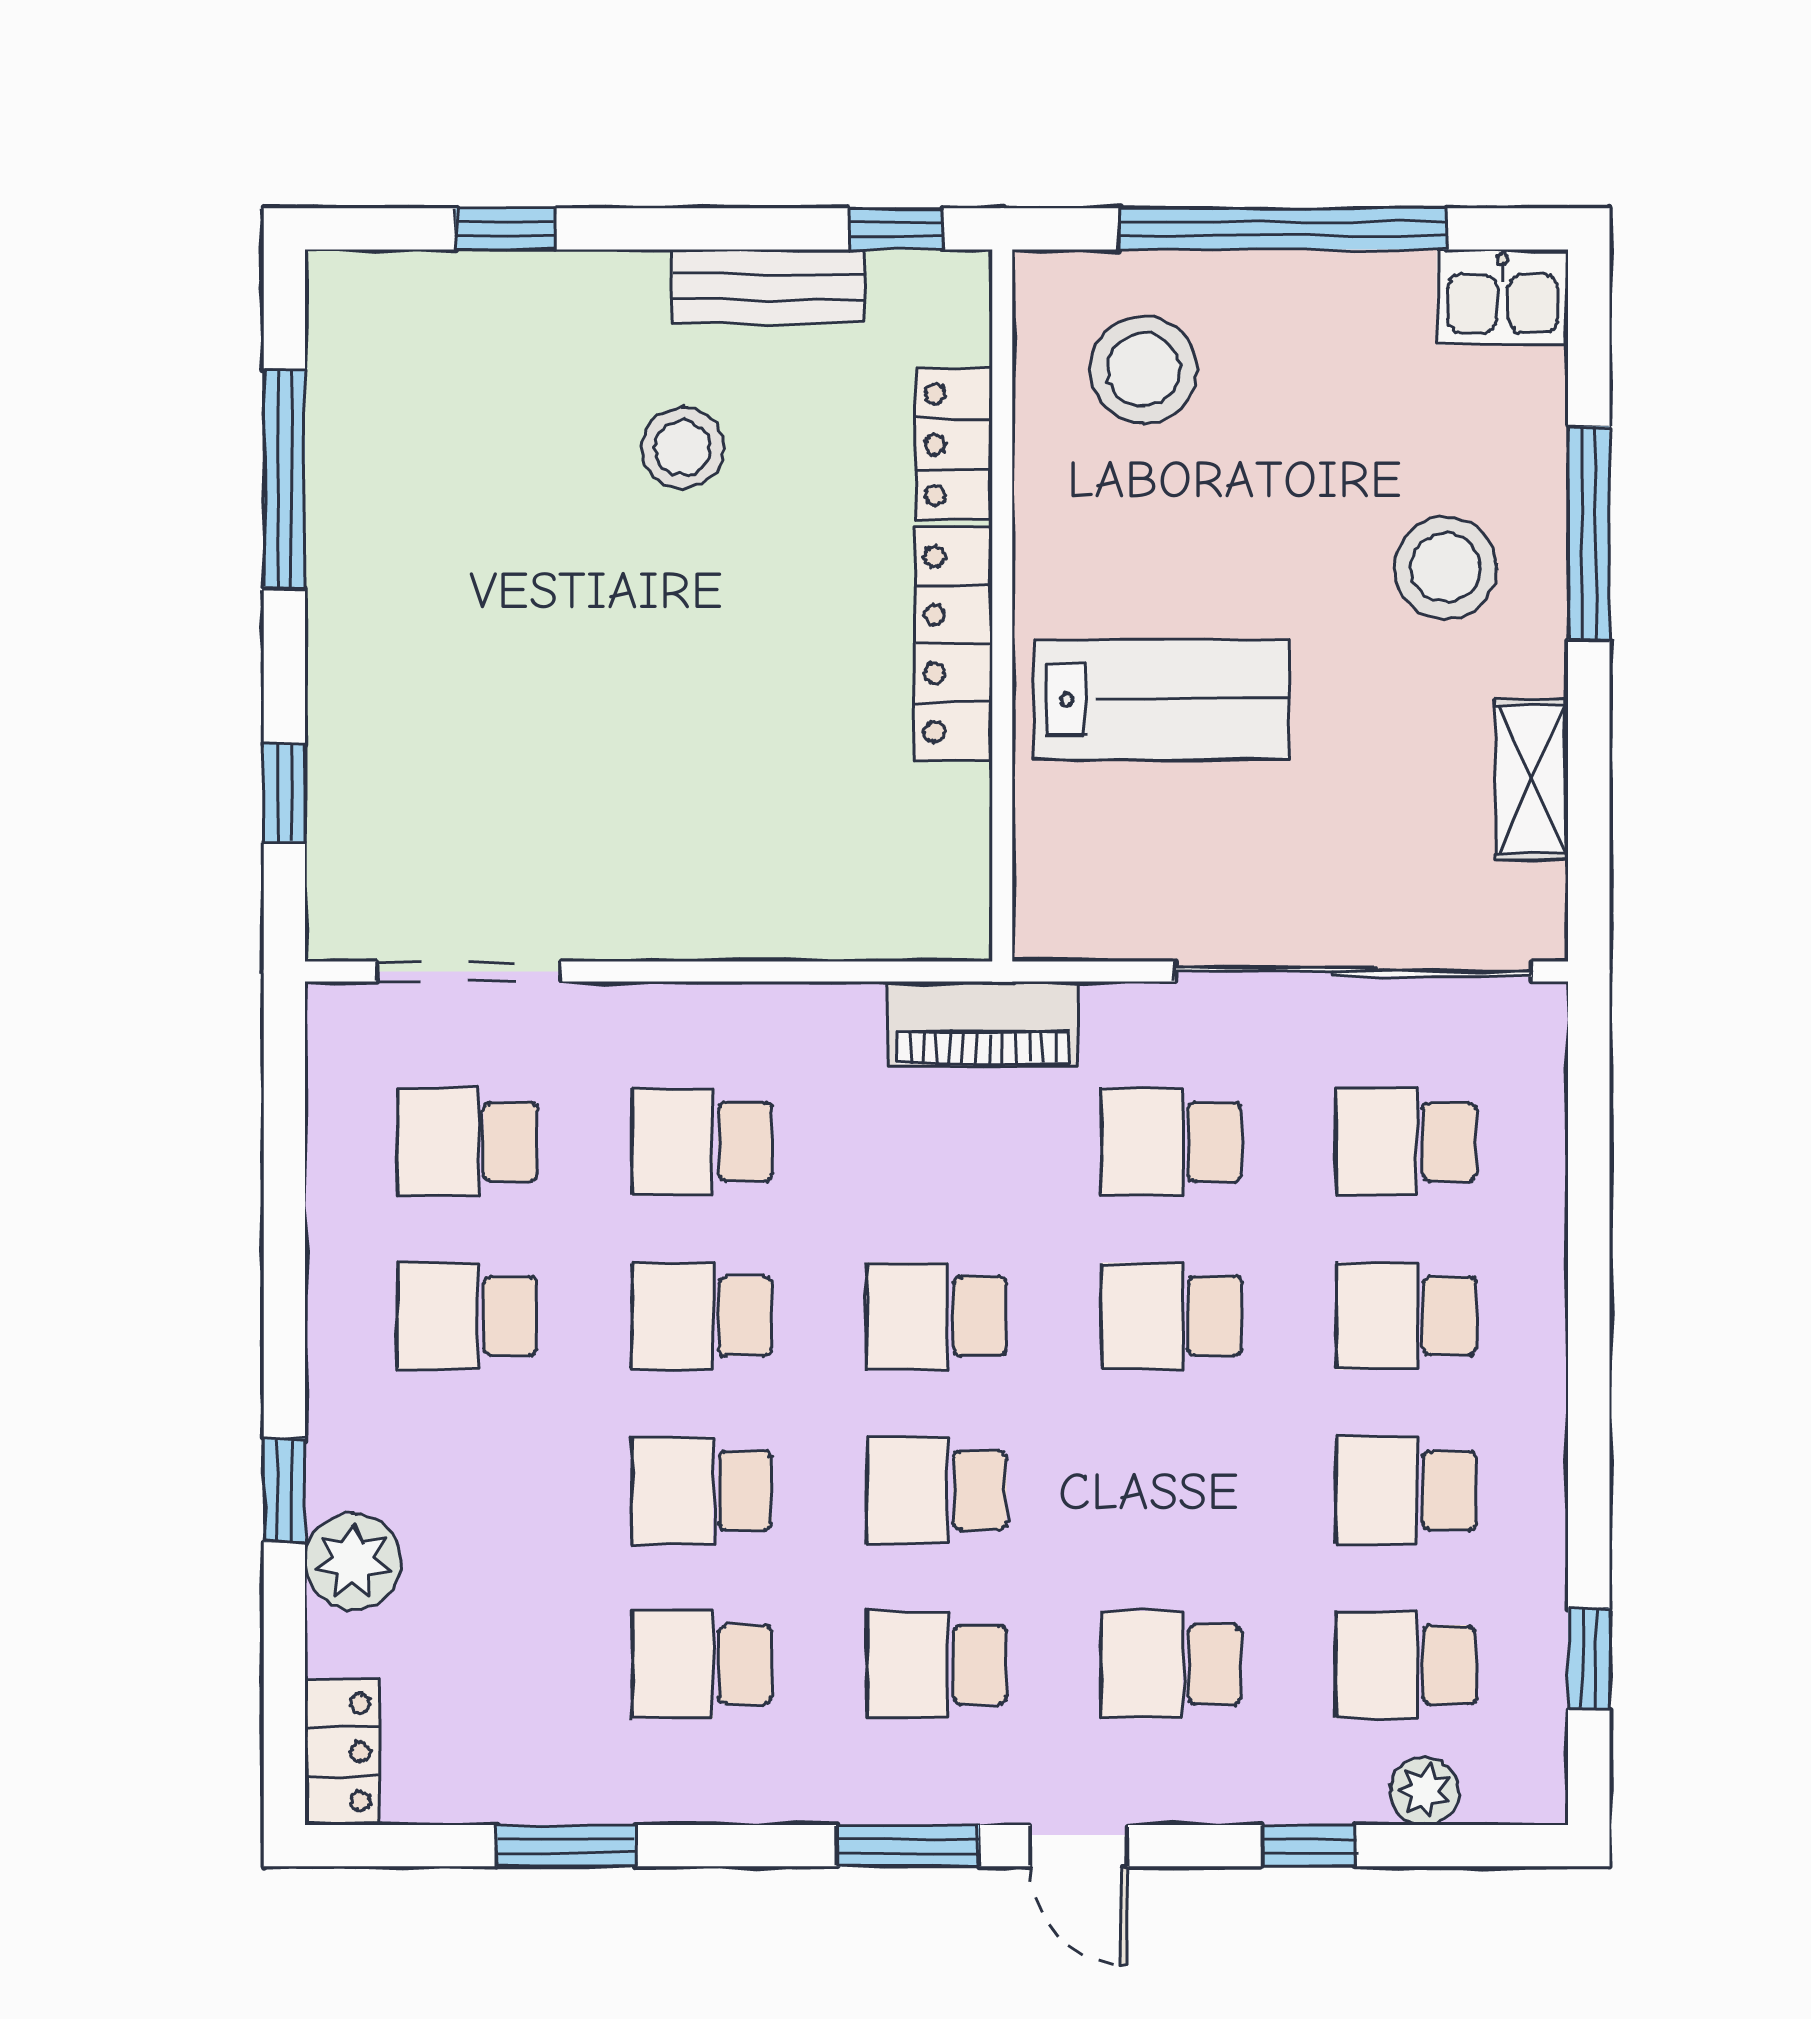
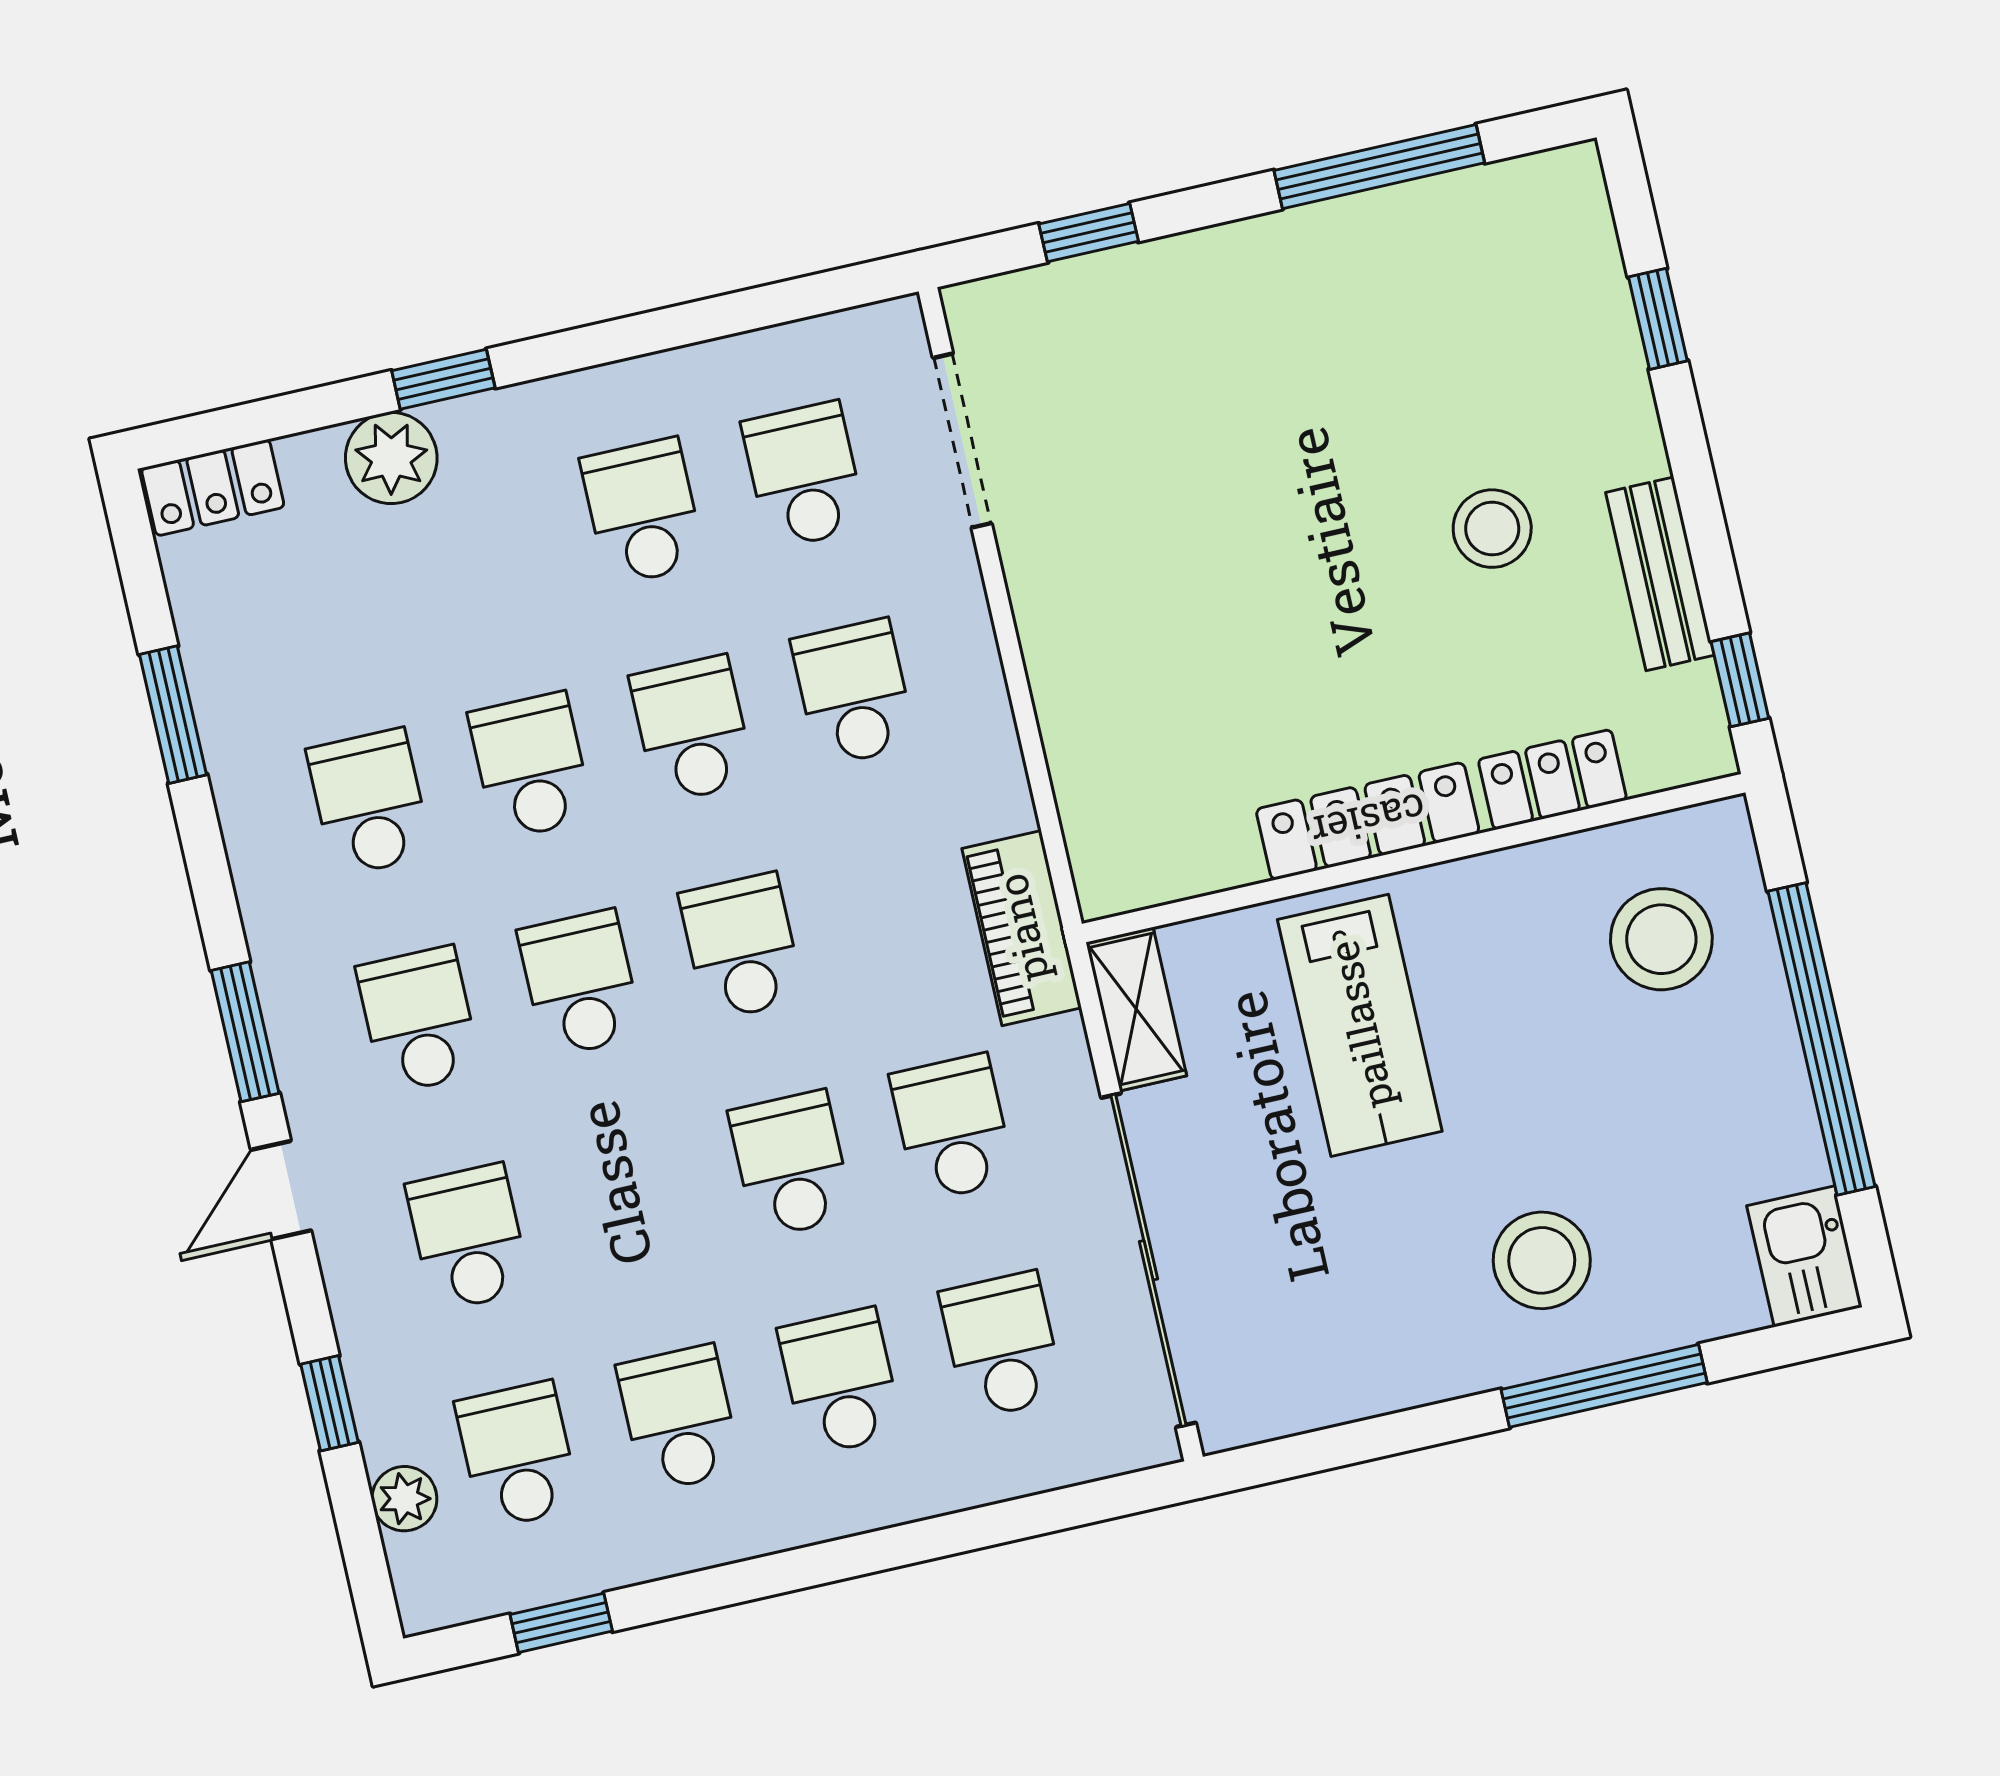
shelving: (1532, 779) -> (1136, 1009), moved, turned 90

